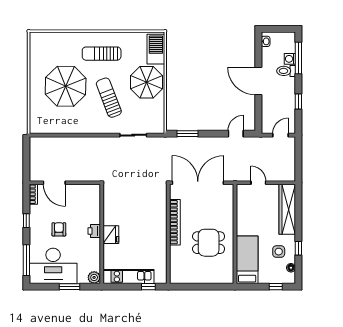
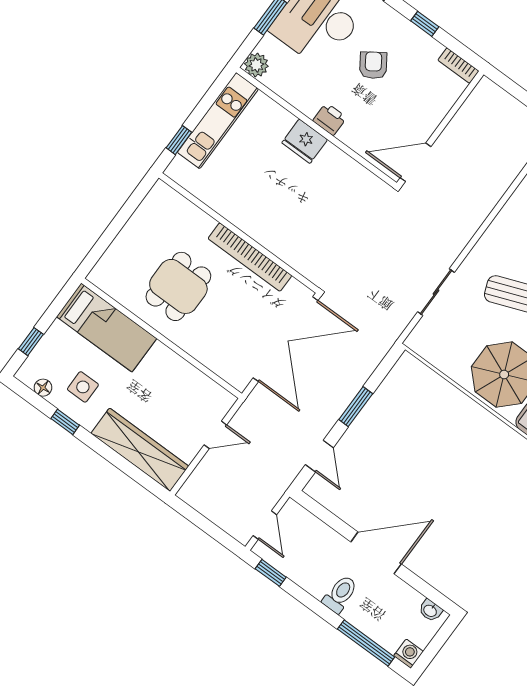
washing machine: (290, 59) -> (409, 654), moved
toilet: (286, 71) -> (340, 594), moved
window: (298, 101) -> (271, 573), moved
window: (187, 134) -> (356, 407), moved
door: (54, 183) -> (416, 162), moved
armchair: (59, 229) -> (373, 65), turned -124

